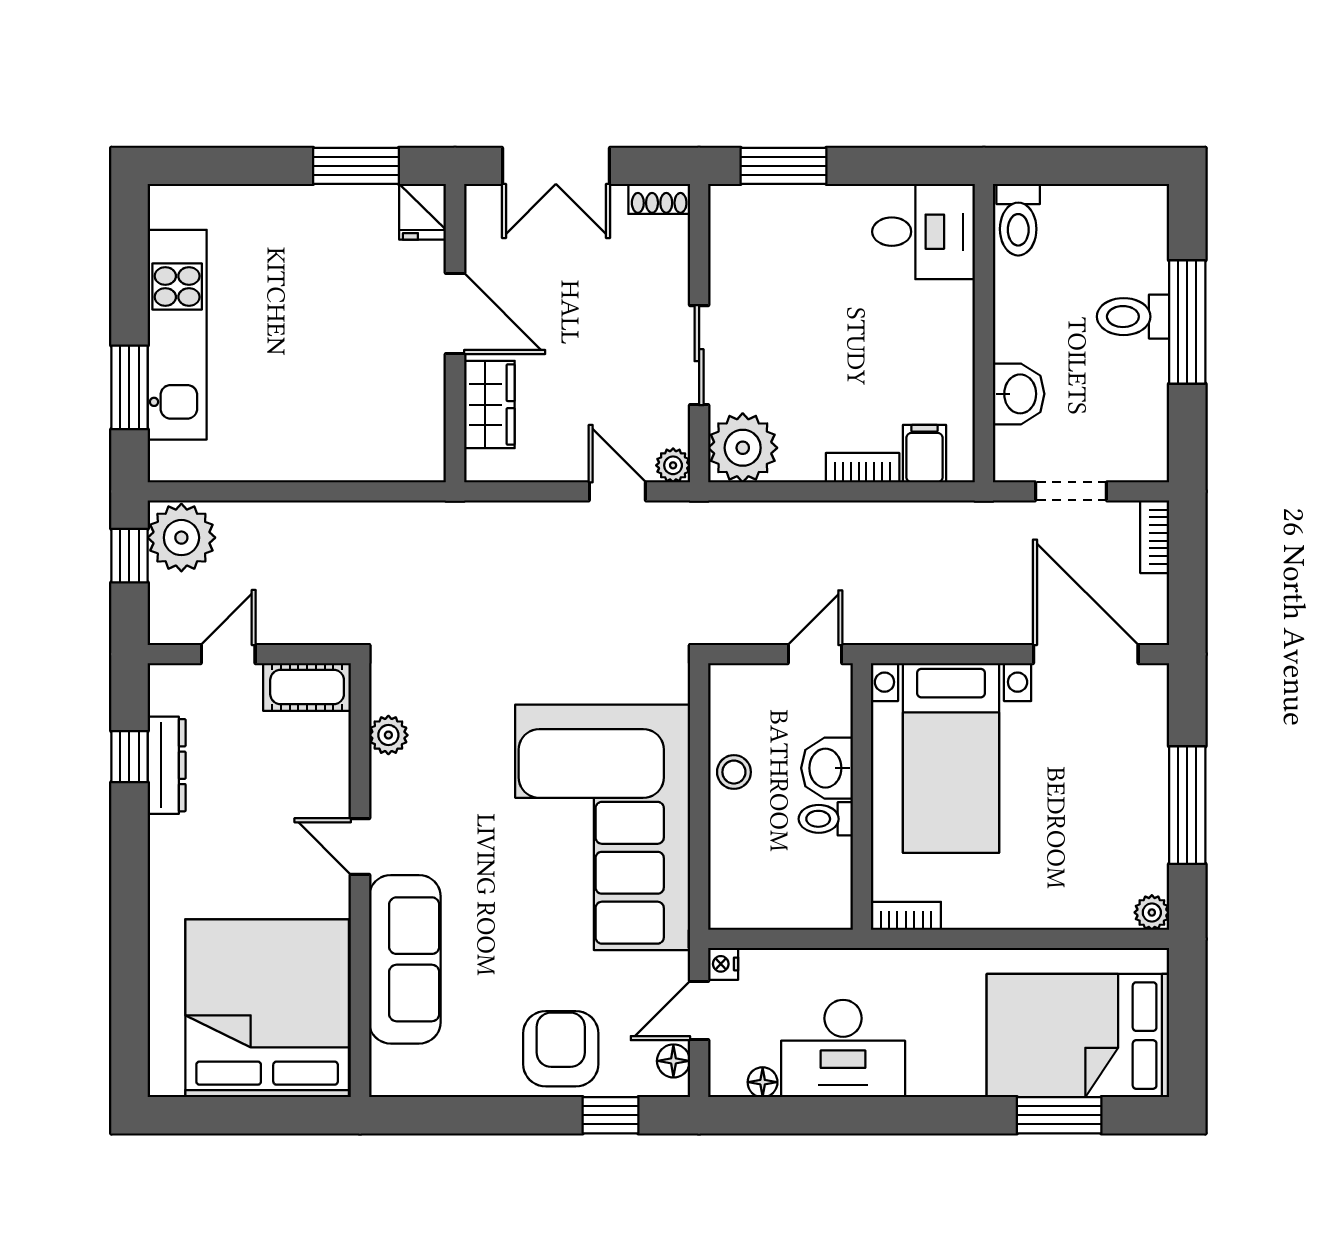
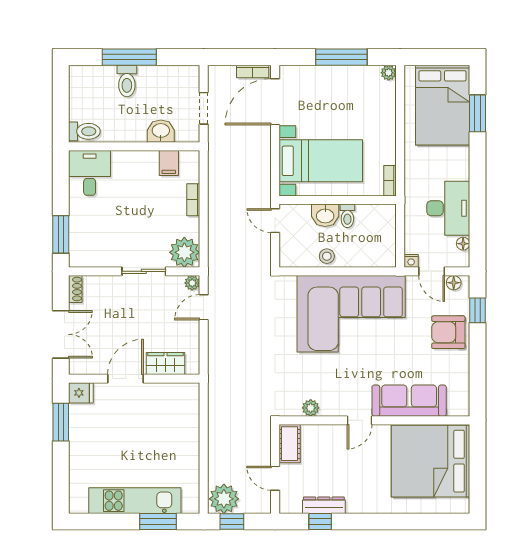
filing cabinet: (924, 454) -> (169, 163), moved, turned -90
bookcase: (1155, 537) -> (253, 71), moved

